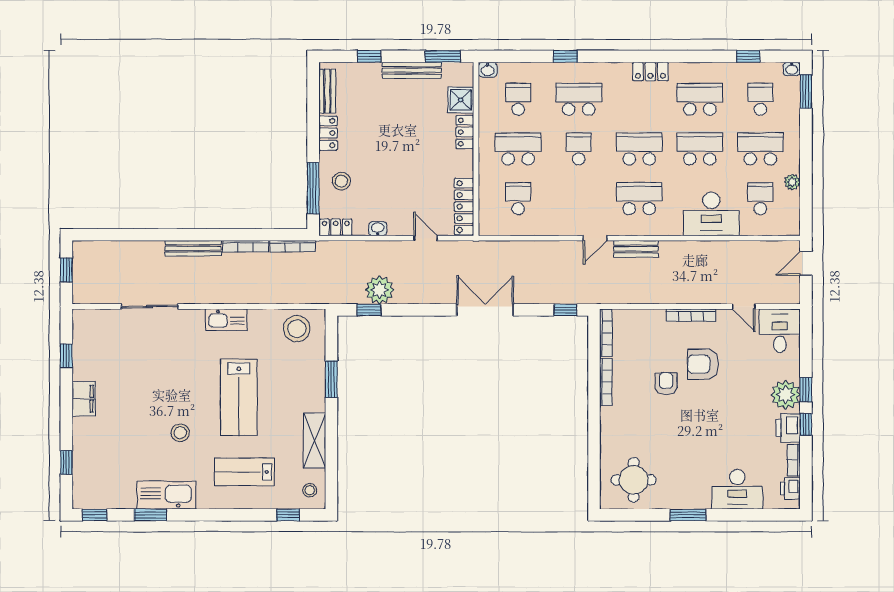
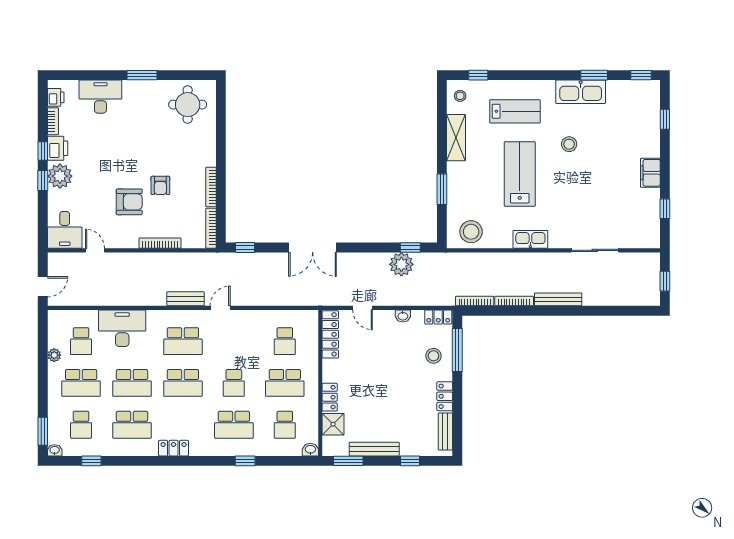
bookcase: (691, 315) -> (160, 243), moved

